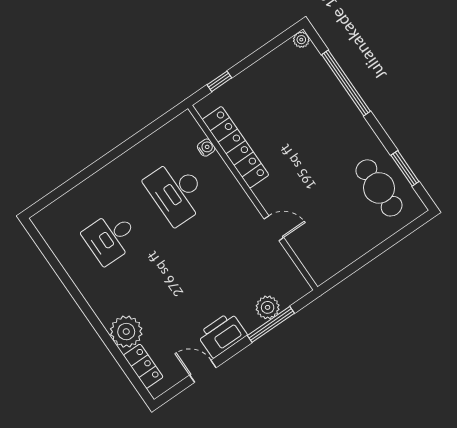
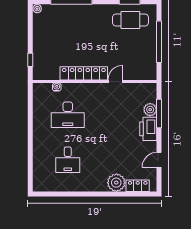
locker: (235, 147) -> (84, 73), moved
window: (376, 252) -> (159, 42), added
printer: (222, 335) -> (148, 129), moved

